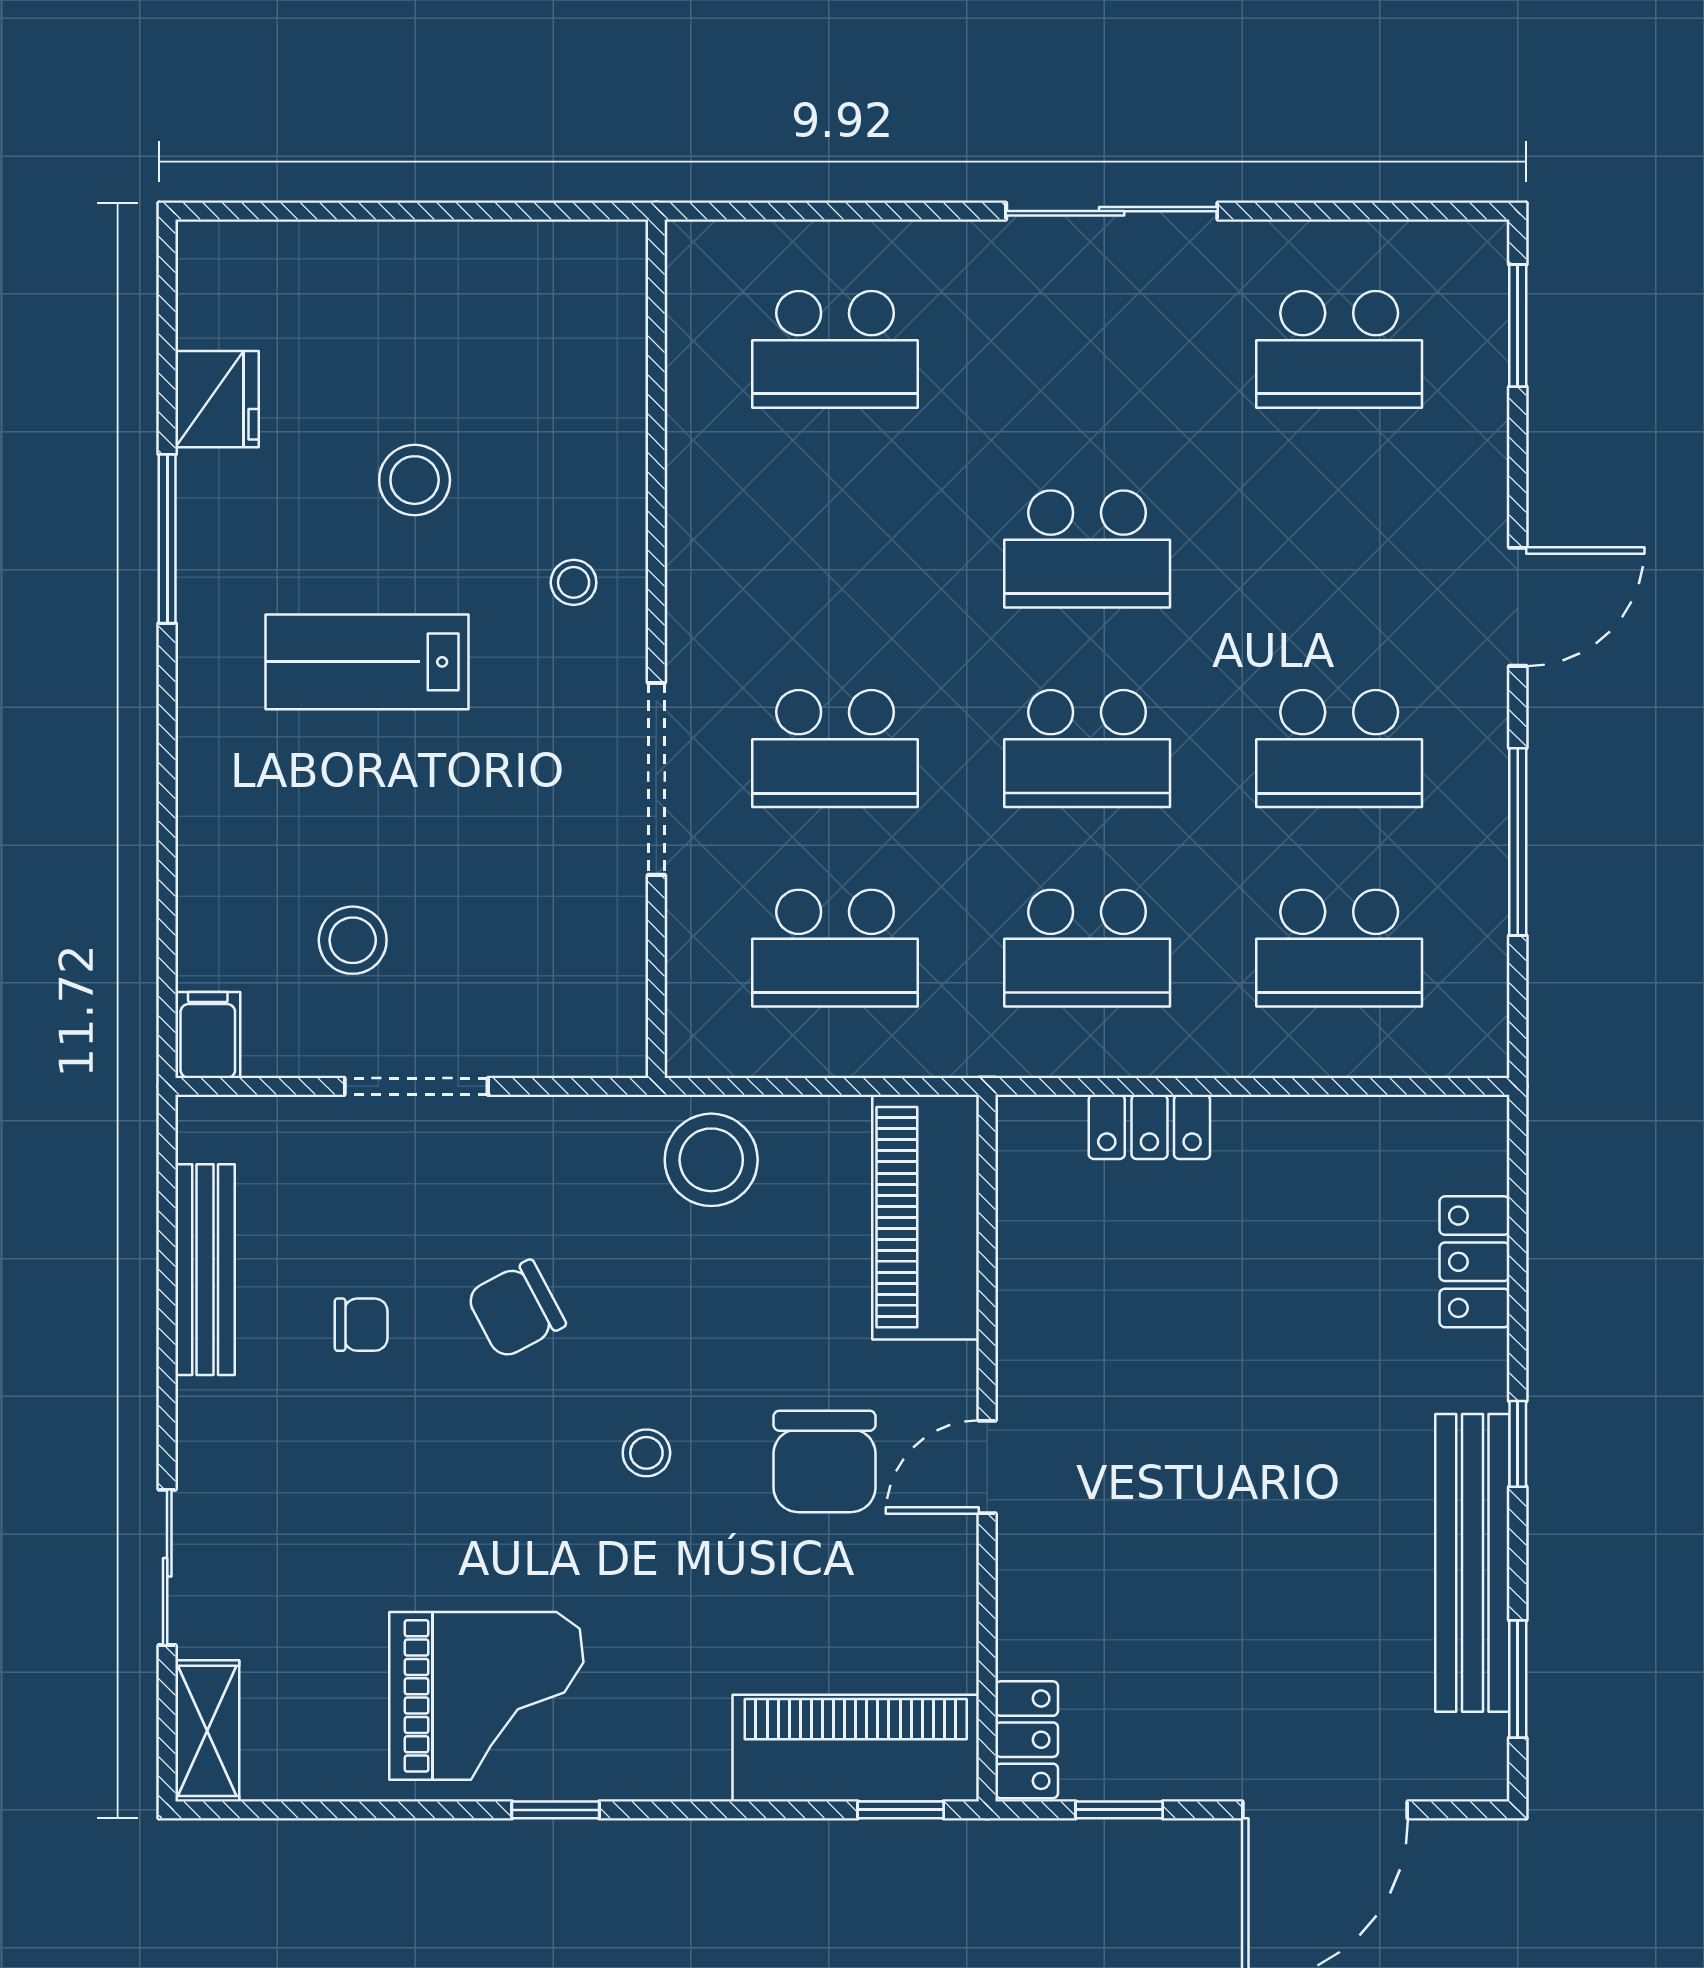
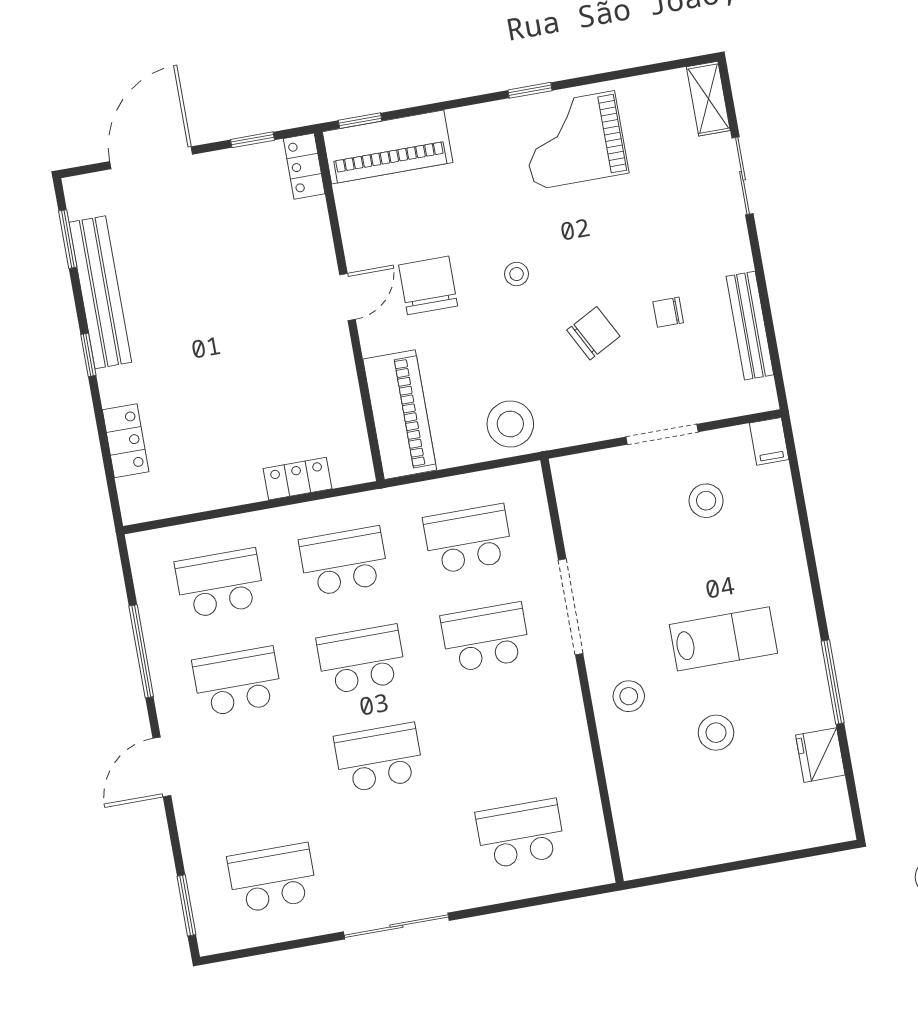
stool: (574, 582) -> (629, 696), width x1.37, depth x1.37

